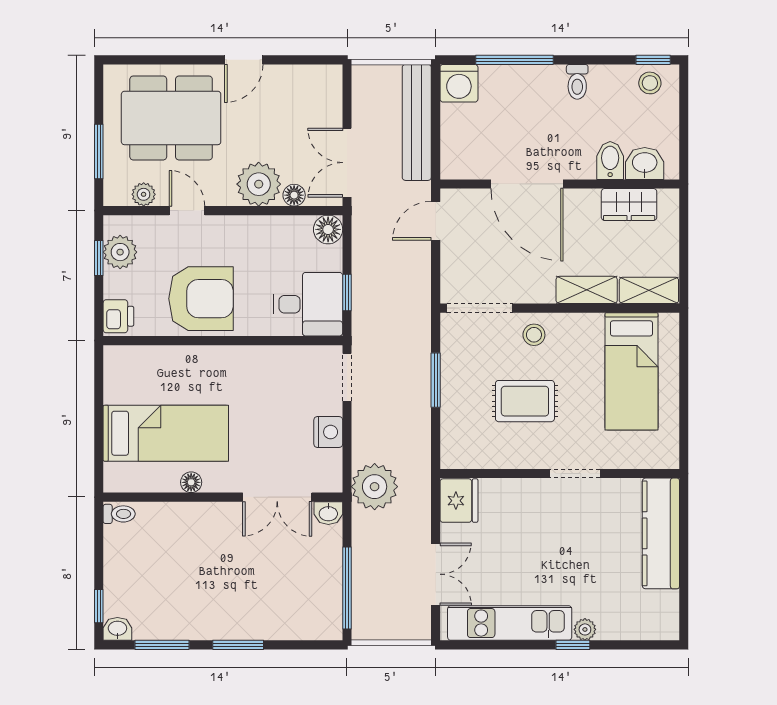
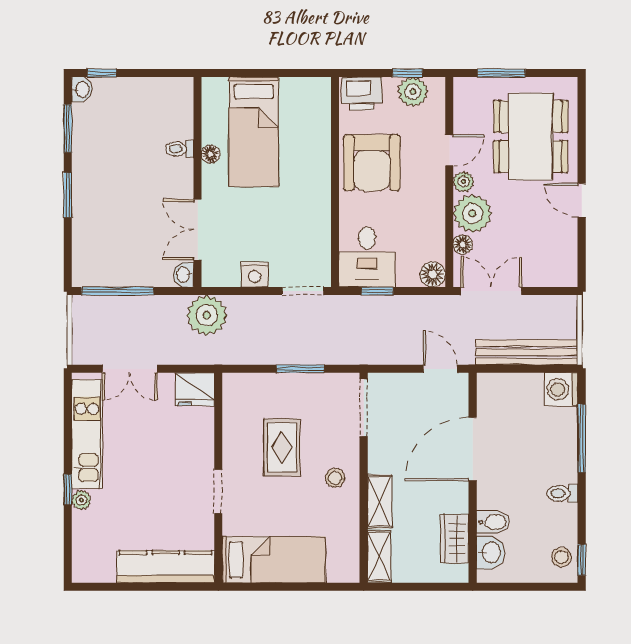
plant: (144, 194) -> (464, 182), moved
printer: (118, 316) -> (362, 93), width x1.36, depth x1.24
stool: (534, 335) -> (335, 478), moved
bed: (631, 371) -> (274, 560), moved, turned 180
toilet: (119, 514) -> (180, 149), moved, turned 90

